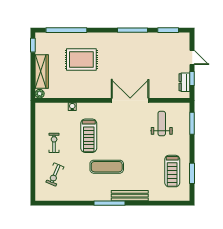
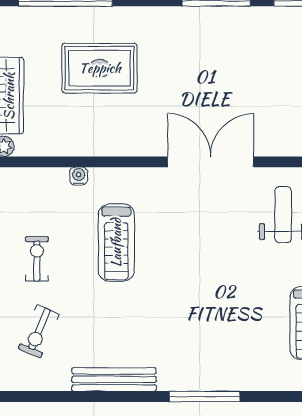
exercise mat: (107, 167) -> (157, 313), removed
bench: (130, 196) -> (114, 379), moved
window: (110, 203) -> (205, 397), moved

